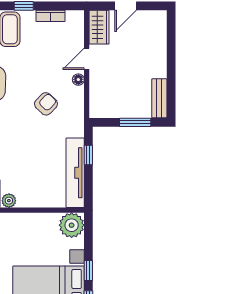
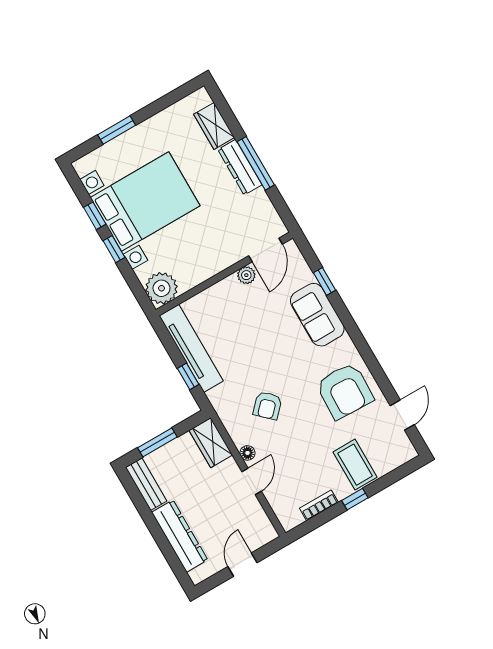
wardrobe: (99, 27) -> (211, 443), moved
dresser: (157, 50) -> (180, 536), added

